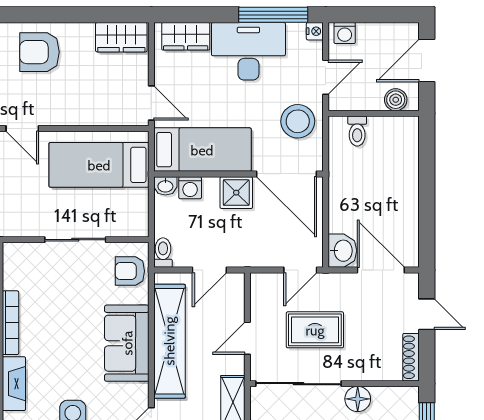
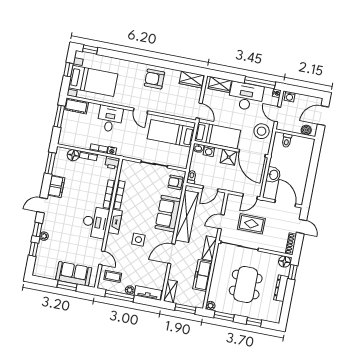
door: (326, 77) -> (277, 114), swing flipped
washbasin: (342, 251) -> (273, 175), moved
floor lamp: (358, 399) -> (284, 262), moved

